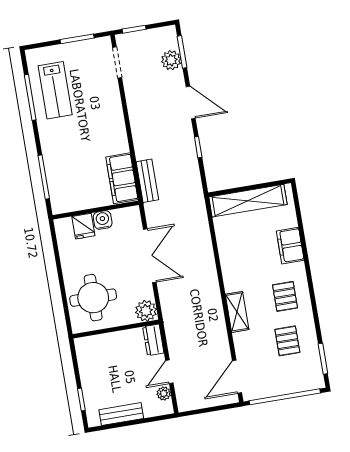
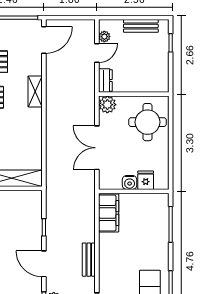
bench: (147, 181) -> (89, 260), moved

